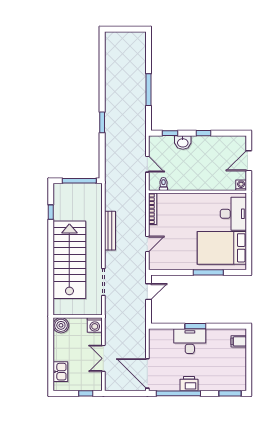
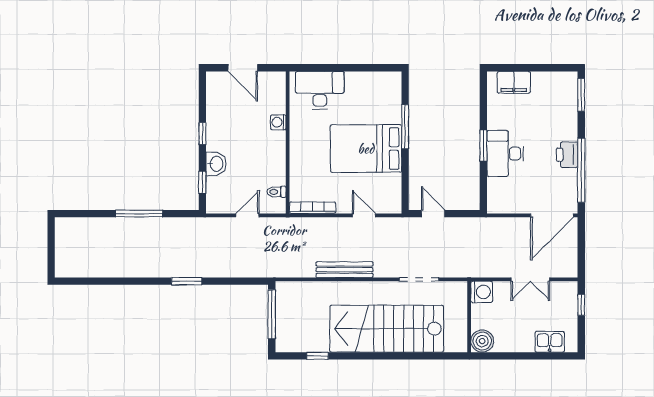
washing machine: (241, 185) -> (278, 122), moved
bed: (222, 248) -> (366, 149), moved, turned 90
filing cabinet: (239, 341) -> (514, 82), width x2.00

